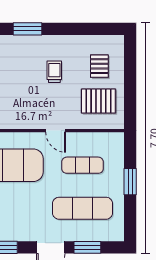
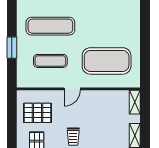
door: (56, 131) -> (72, 89), swing flipped

